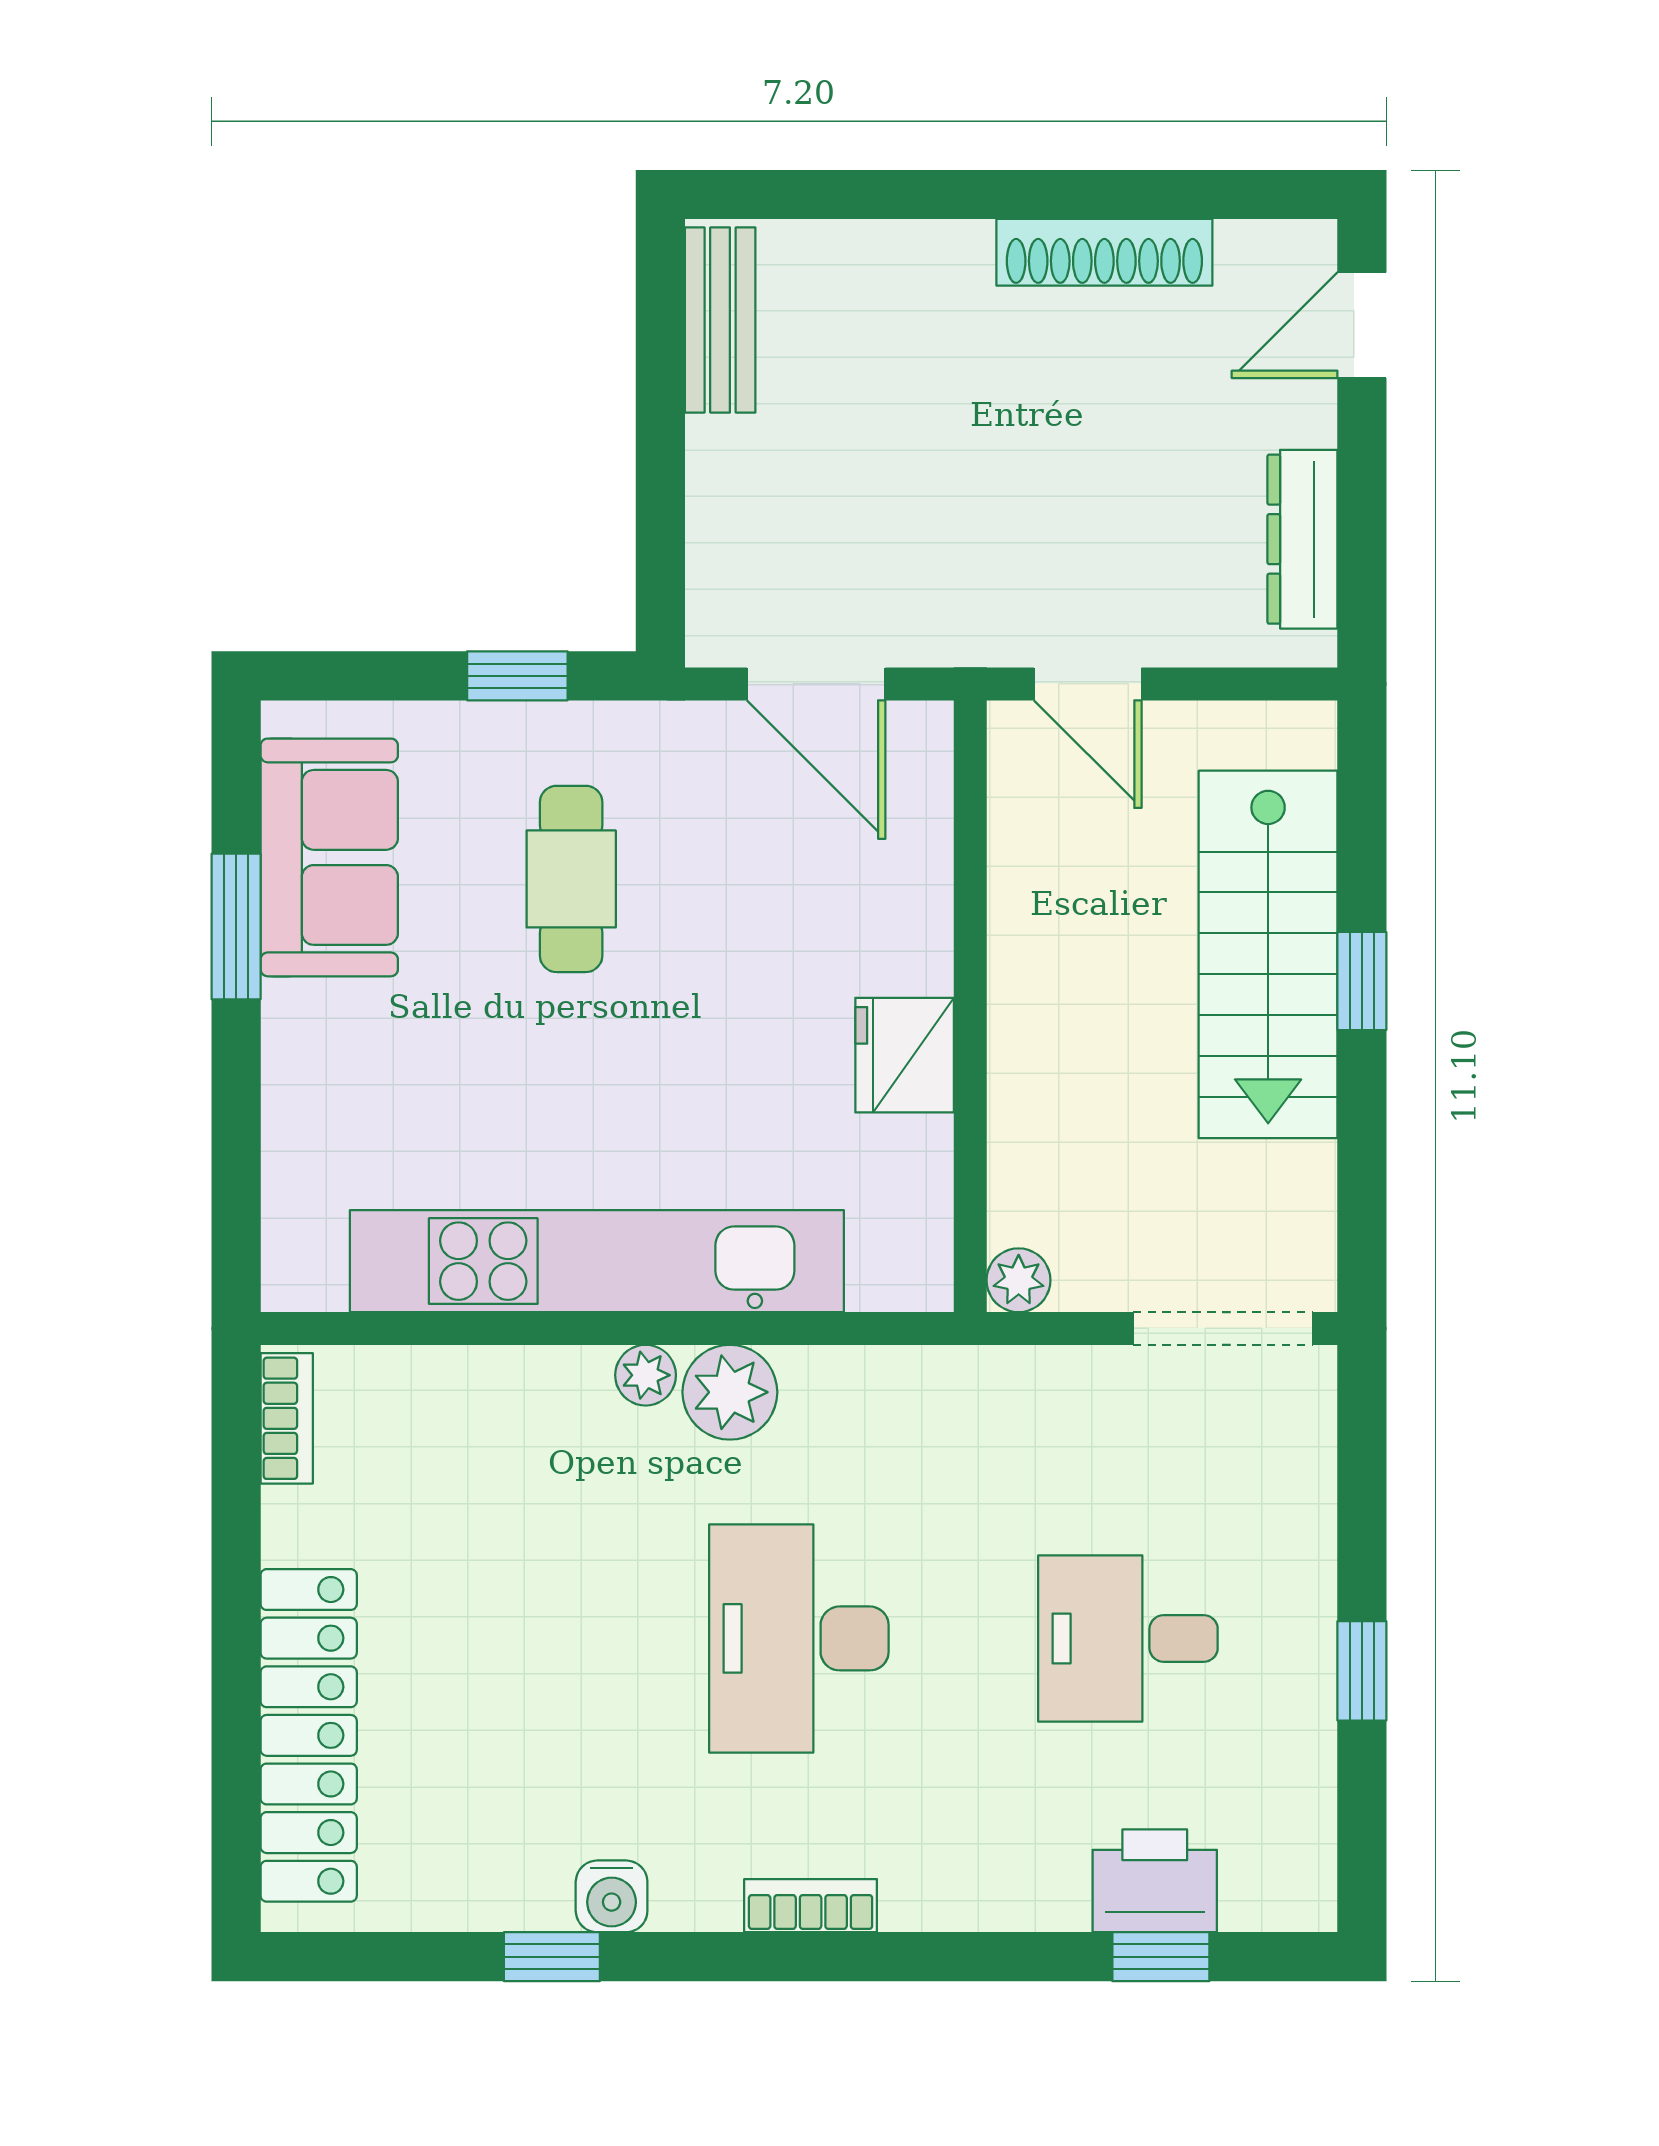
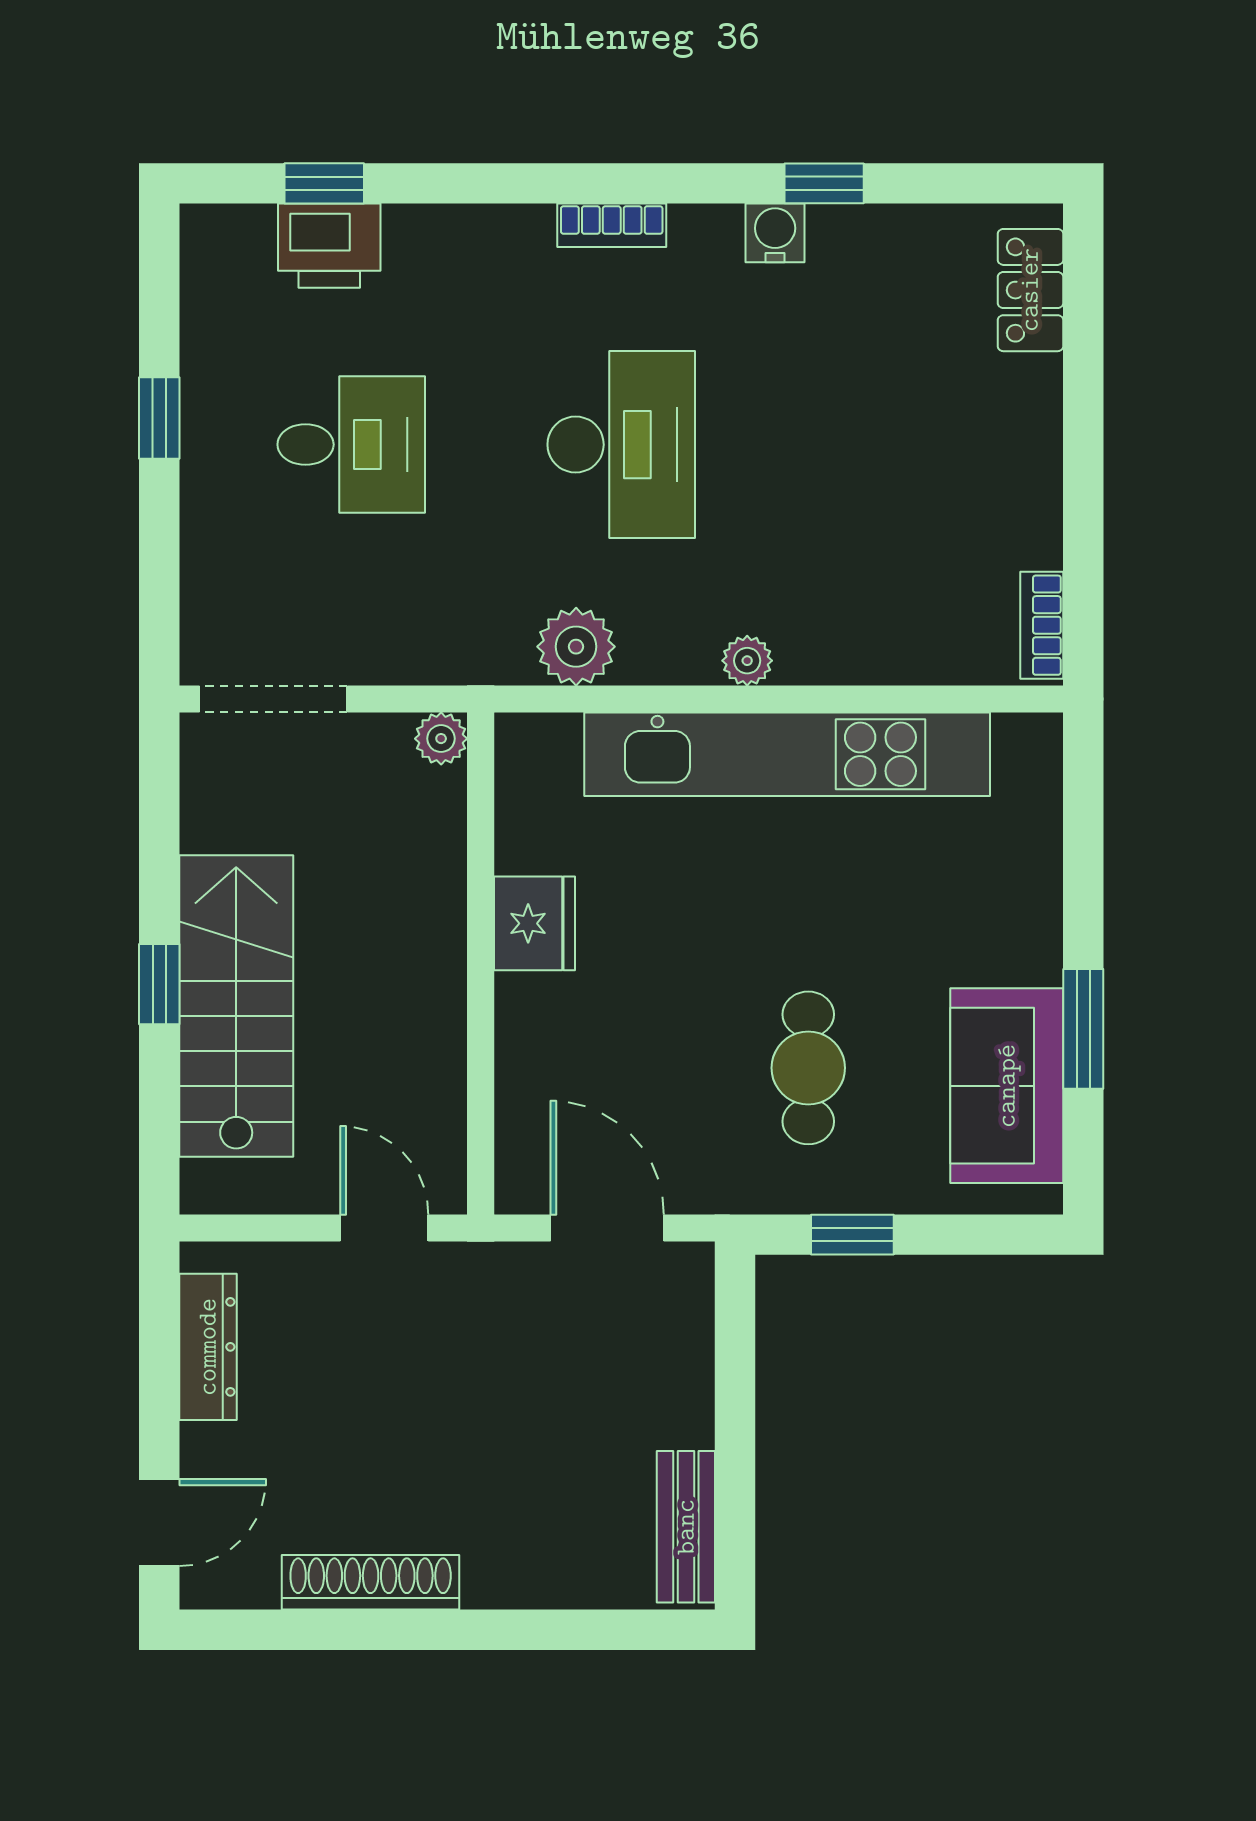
plant: (730, 1392) -> (576, 647), moved
locker: (309, 1735) -> (1030, 290), width x0.46, depth x0.83

